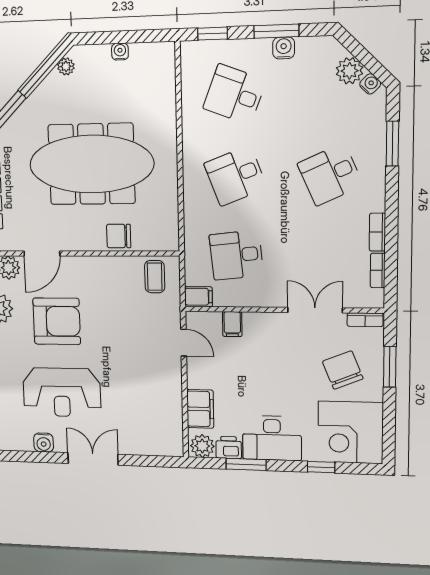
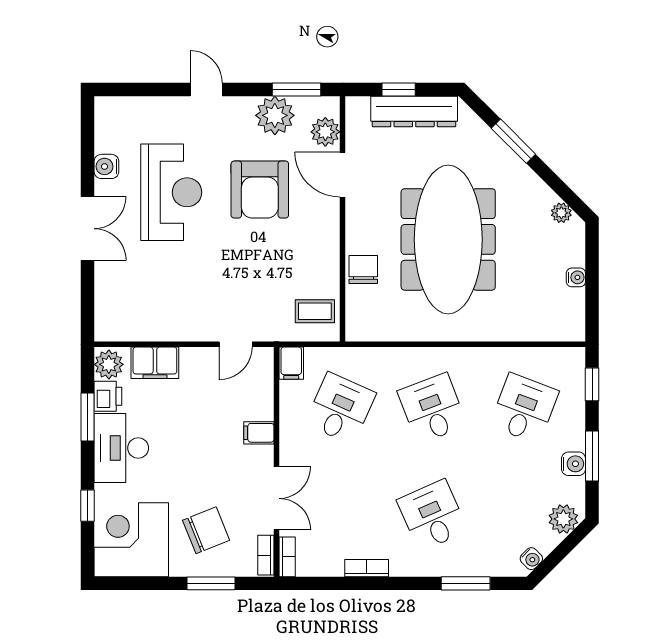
plant: (350, 71) -> (563, 519), moved
desk: (236, 255) -> (340, 408), turned 30
bookcase: (378, 270) -> (287, 557), moved, turned 90
filing cabinet: (232, 324) -> (259, 433), moved
reception desk: (62, 392) -> (171, 192), turned 180

